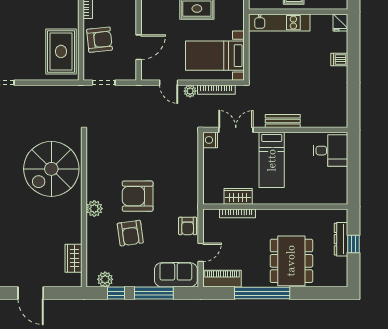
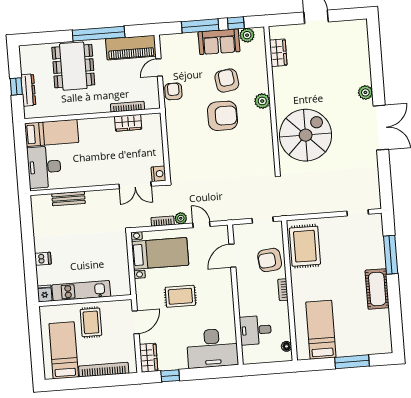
kitchen unit: (279, 23) -> (81, 291), moved
bookcase: (216, 90) -> (163, 221), width x0.64
bench: (283, 121) -> (69, 199), moved
desk: (331, 151) -> (44, 167), width x1.37
bed: (272, 160) -> (52, 133), moved, turned 90
sofa: (176, 275) -> (219, 42), moved
piano: (222, 279) -> (131, 48), width x1.37, depth x1.33

